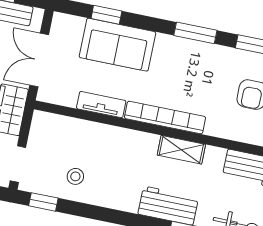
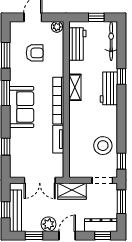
sofa: (117, 45) -> (22, 107), moved
stool: (75, 176) -> (103, 146), width x1.89, depth x1.89

